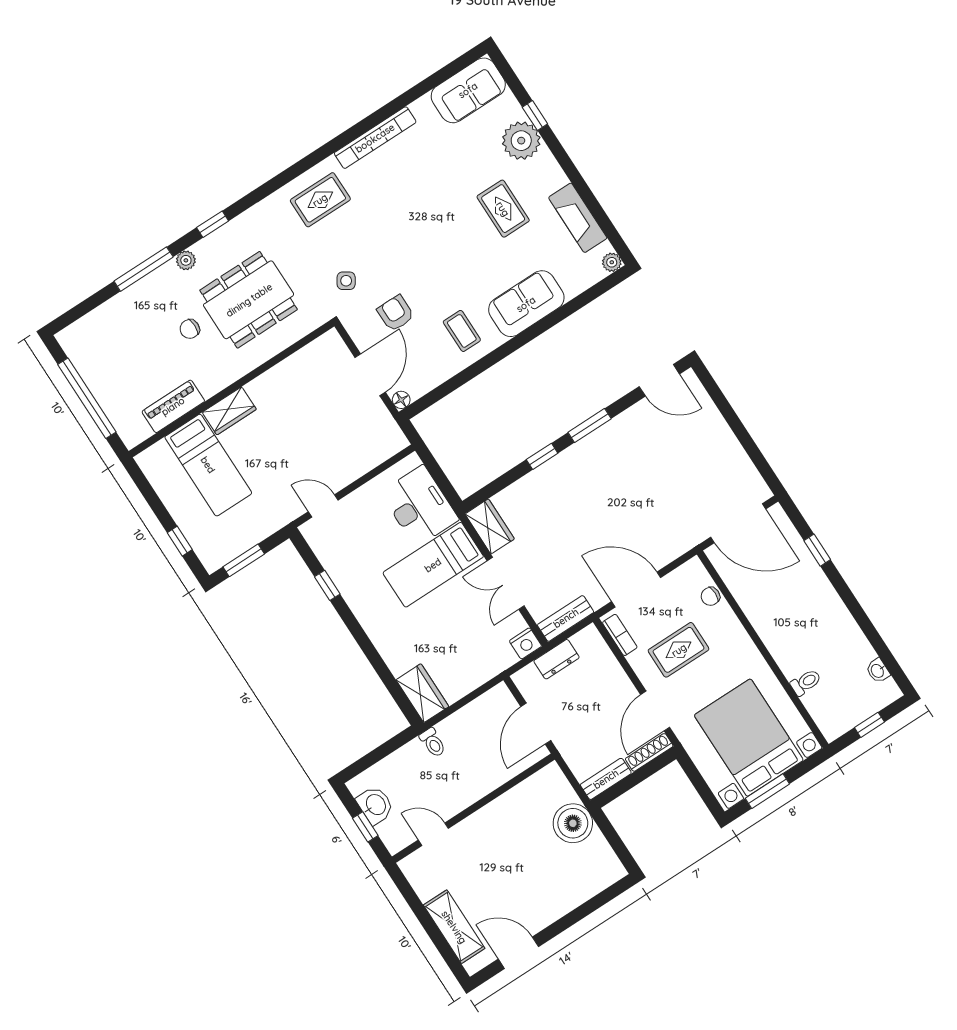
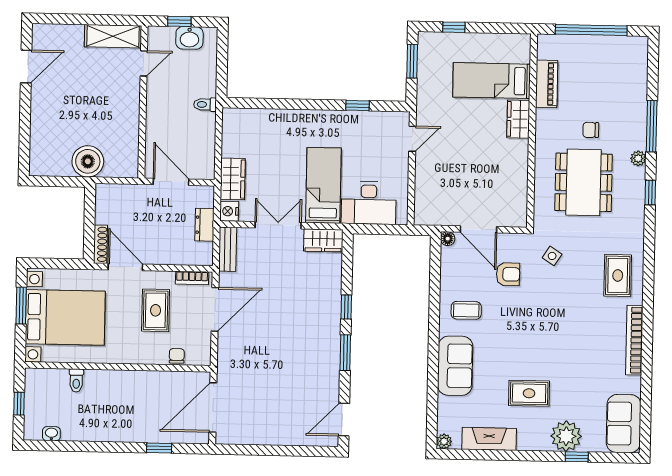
chair: (190, 329) -> (591, 130), turned -90
wardrobe: (422, 693) -> (233, 179), moved, turned -90
bench: (606, 779) -> (102, 203), removed
shelving: (454, 927) -> (113, 36), moved

